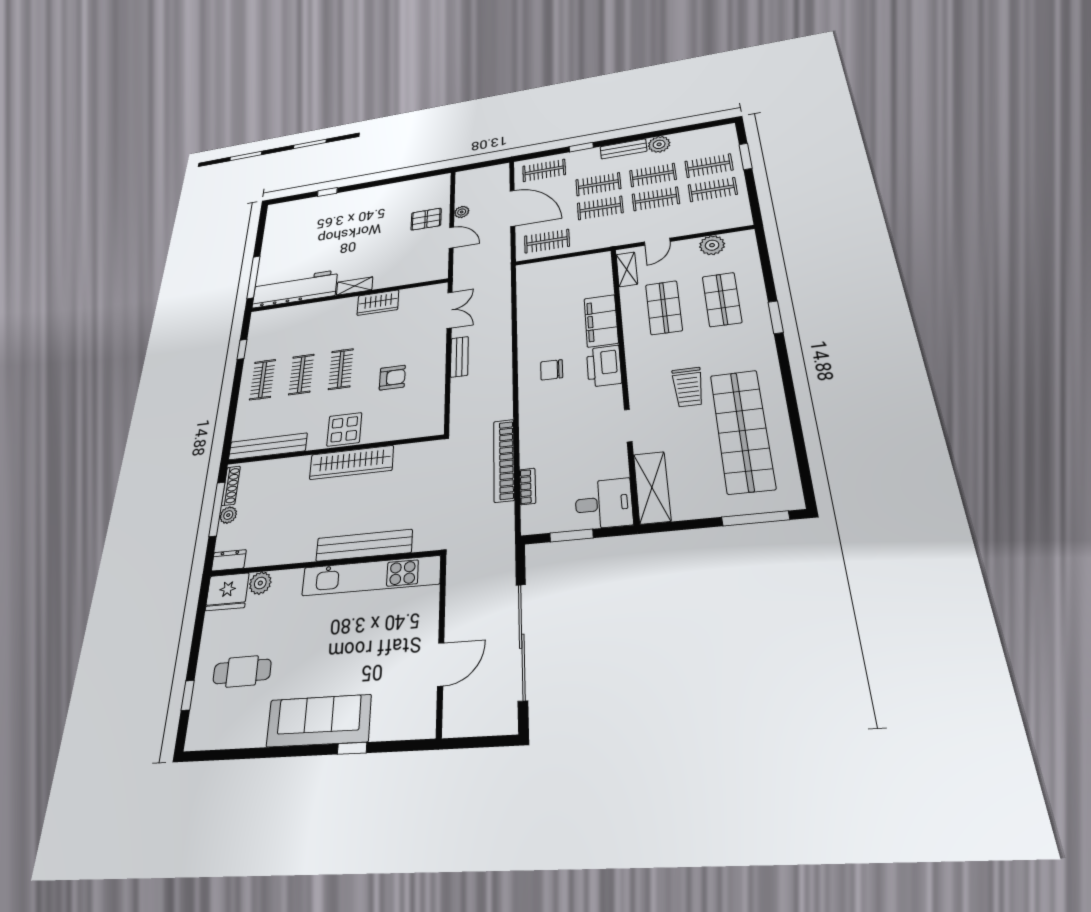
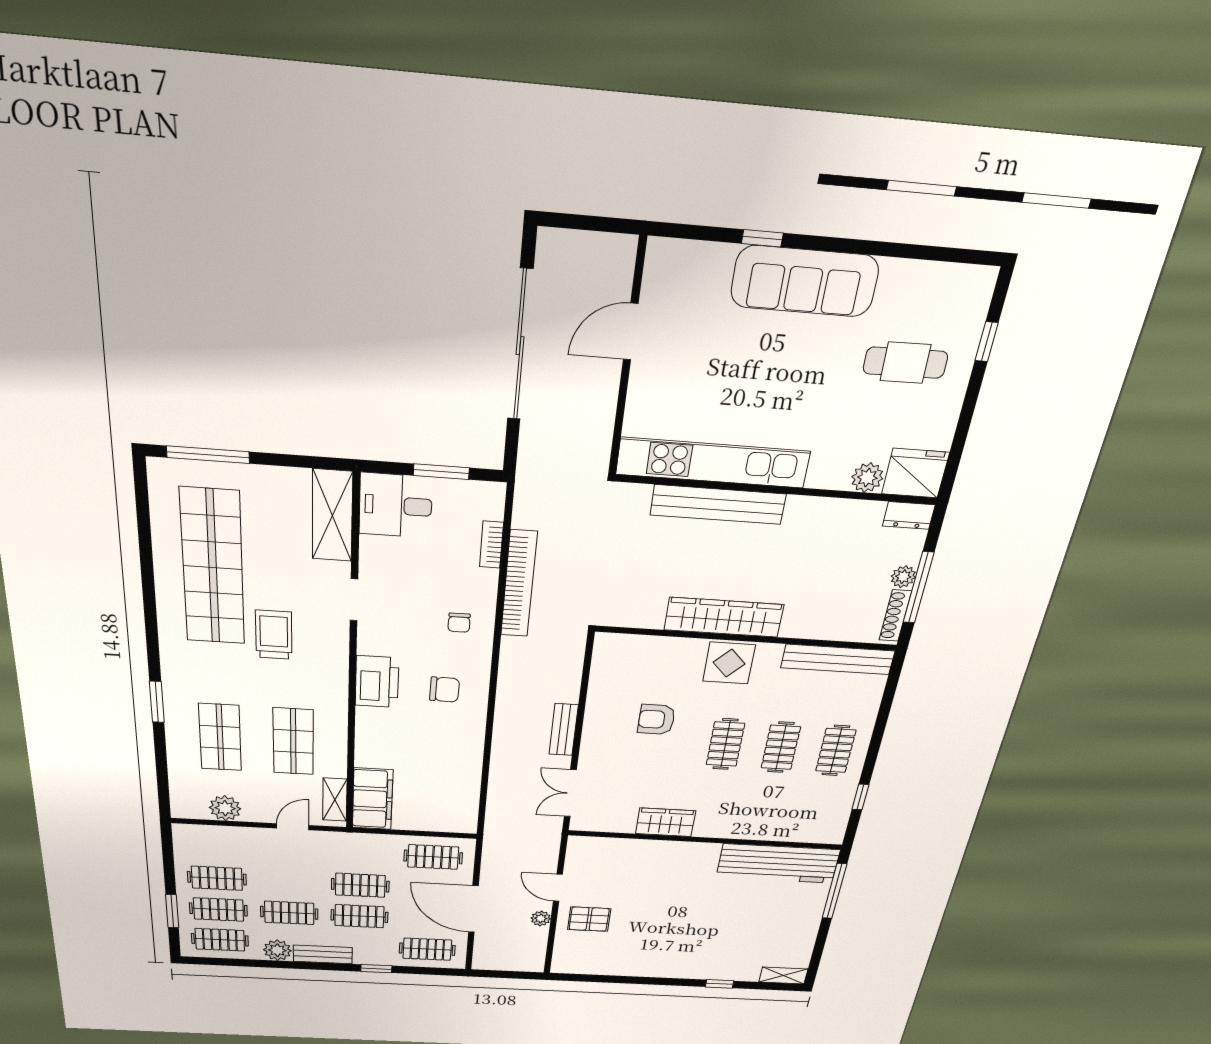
clothes rail: (656, 199) -> (220, 940), moved
shelving: (355, 286) -> (783, 975), moved
filing cabinet: (601, 321) -> (373, 799), moved
chair: (546, 423) -> (459, 623), added

